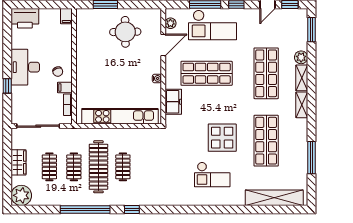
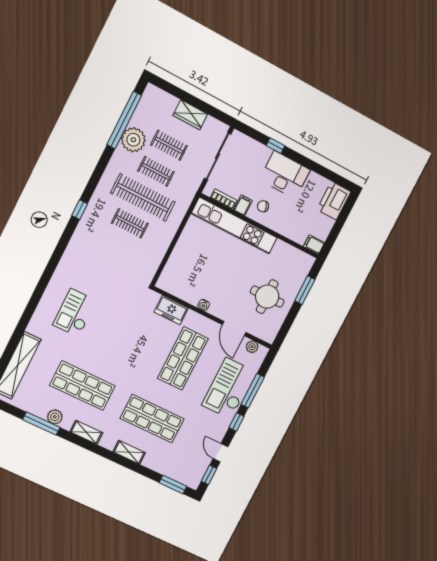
plant: (301, 57) -> (55, 417), moved
shelving: (302, 105) -> (86, 432), moved
kitchen unit: (120, 116) -> (234, 226), moved, turned 90
display table: (222, 138) -> (108, 342), removed
plant: (21, 195) -> (133, 140), moved
window: (85, 209) -> (124, 120), moved

